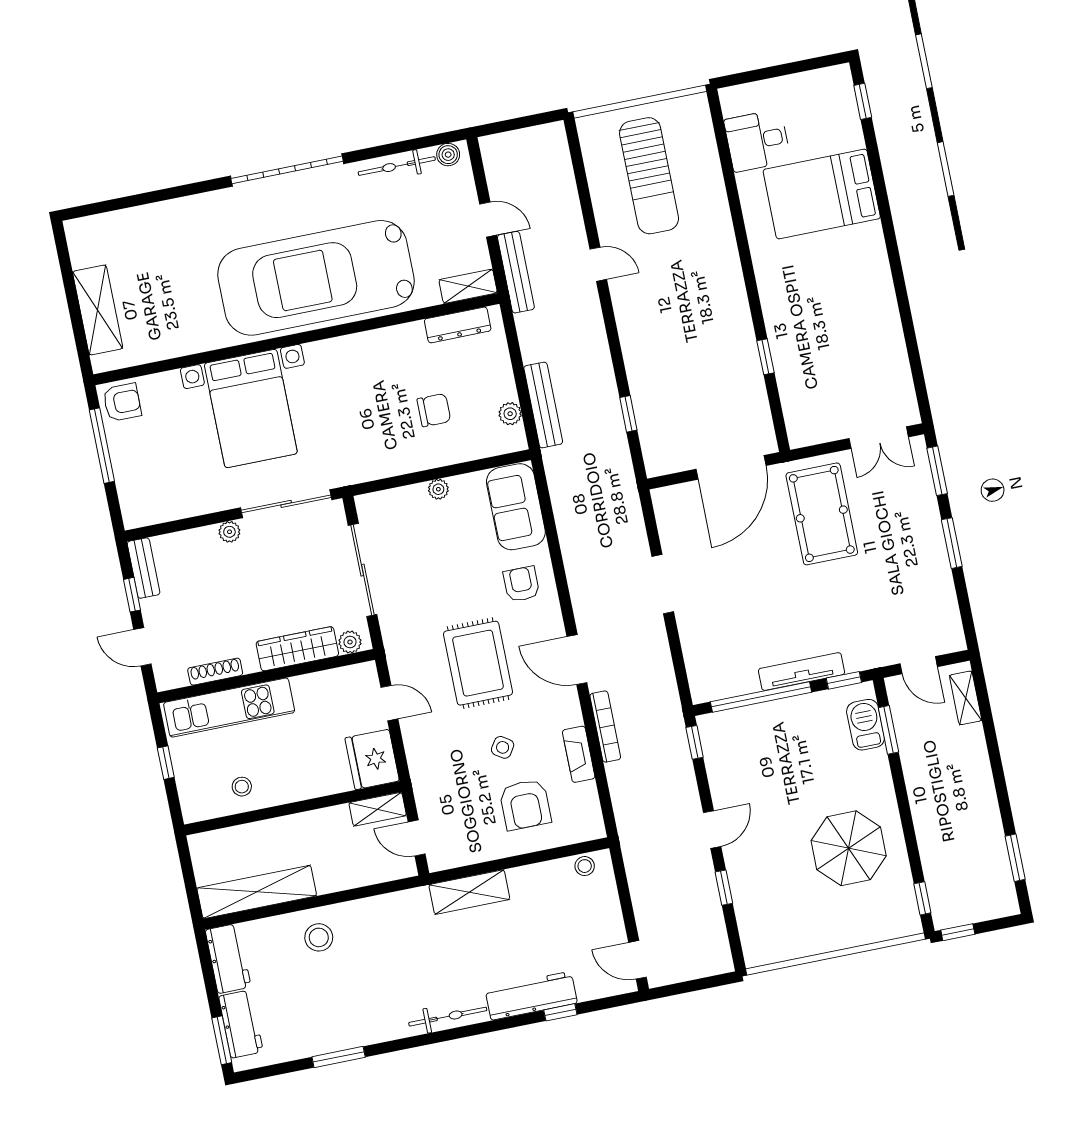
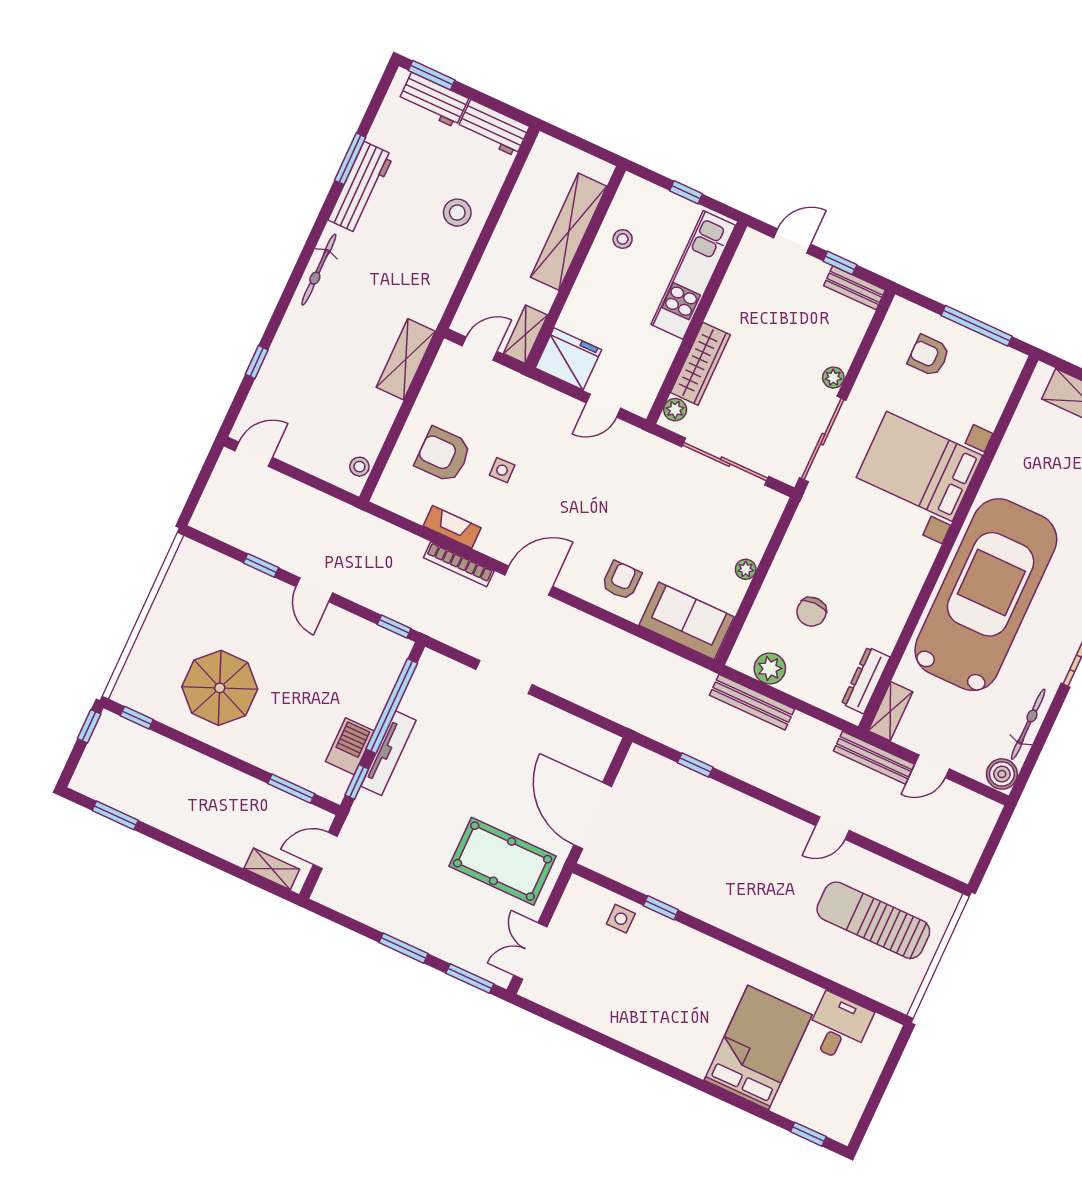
boiler: (448, 155) -> (1002, 774), width x1.36, depth x1.36
side table: (798, 383) -> (621, 919), added
armchair: (122, 402) -> (929, 356), moved, turned 90
plant: (510, 414) -> (770, 668), width x1.38, depth x1.38
armchair: (521, 584) -> (621, 580), turned -90
doorway: (663, 584) -> (504, 677), moved
rug: (478, 663) -> (584, 500), removed
shoe rack: (215, 672) -> (730, 285), removed
barbecue: (865, 725) -> (350, 746), moved, turned -90
side table: (503, 747) -> (502, 470), turned -35
shelving: (257, 892) -> (569, 232), moved
workbench: (531, 996) -> (361, 187), moved

